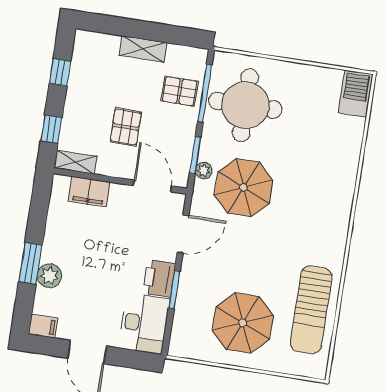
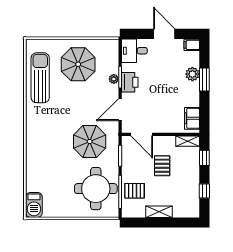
plant: (204, 171) -> (114, 79), moved
filing cabinet: (89, 192) -> (192, 118), moved, turned -90
desk: (144, 324) -> (134, 51), width x0.73

